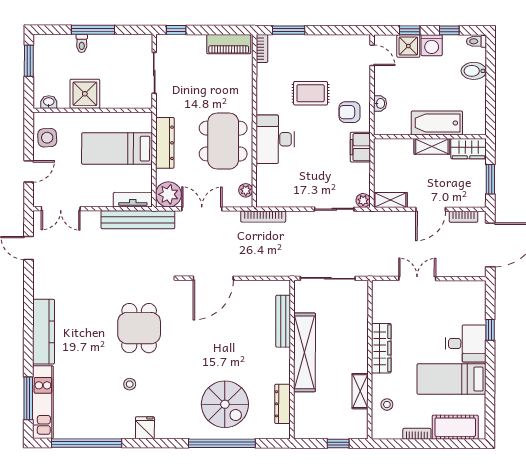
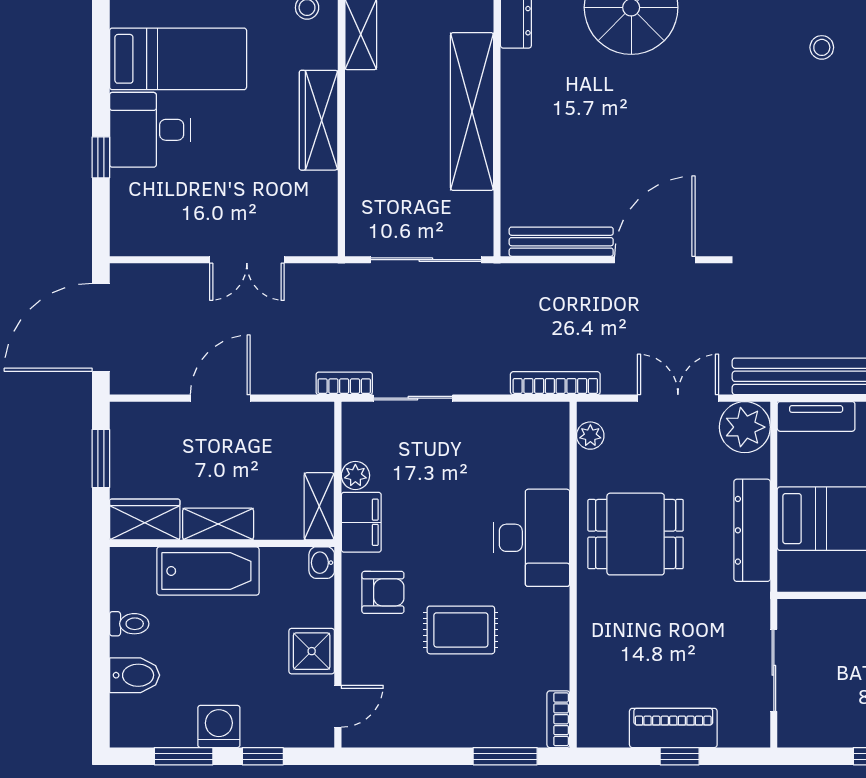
window: (176, 30) -> (680, 756), moved
window: (449, 30) -> (184, 756), width x1.50
toilet: (476, 41) -> (129, 624), moved
piano: (229, 44) -> (673, 728), moved
shower: (408, 46) -> (312, 651), moved
door: (372, 55) -> (338, 706), swing flipped
washbasin: (380, 103) -> (322, 563), moved
dining table: (223, 141) -> (636, 534), width x0.73
plant: (363, 200) -> (355, 475), moved
shelving: (390, 200) -> (319, 506), moved, turned 90
double door: (202, 209) -> (678, 398), swing flipped
bookcase: (463, 217) -> (344, 383), moved
bench: (283, 321) -> (561, 242), moved, turned 90
dining table: (139, 328) -> (803, 160), removed

